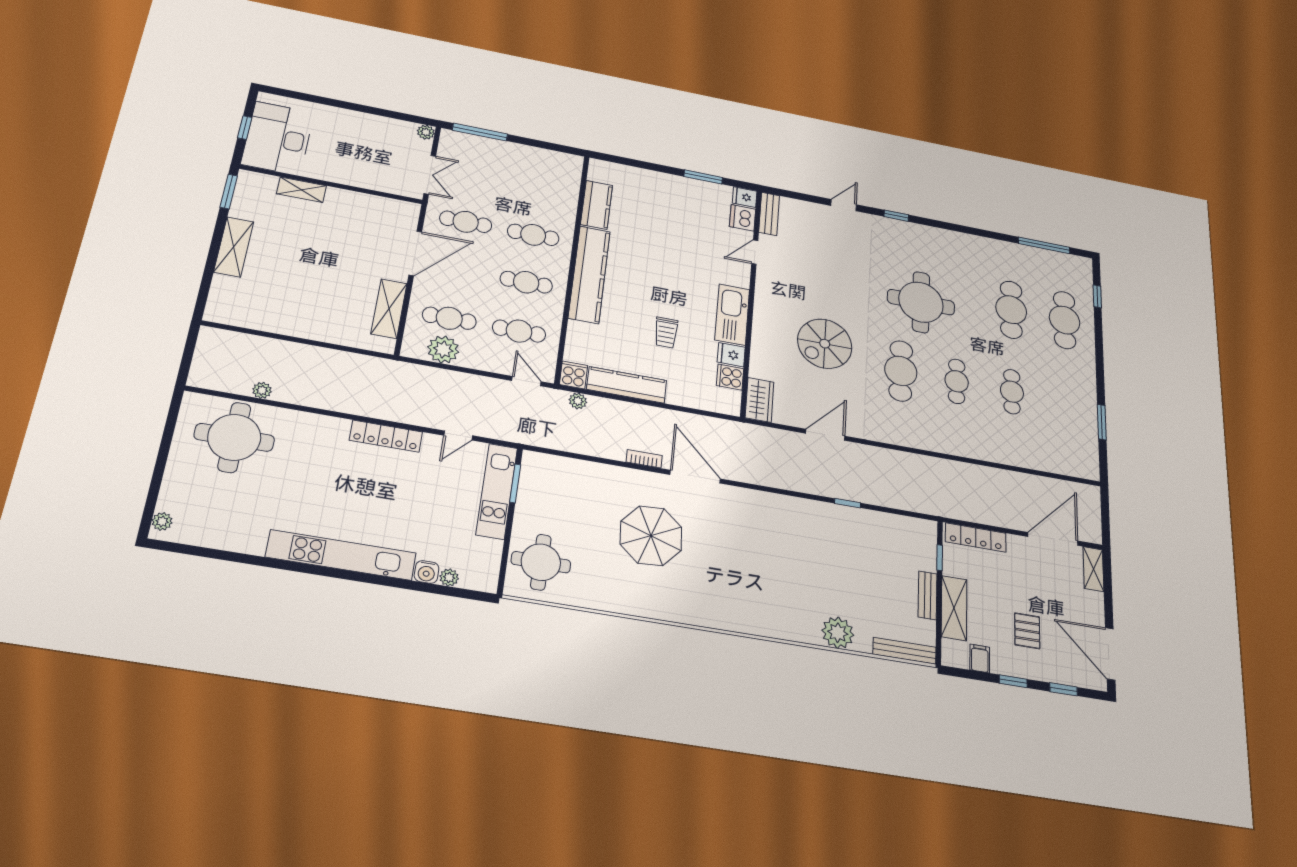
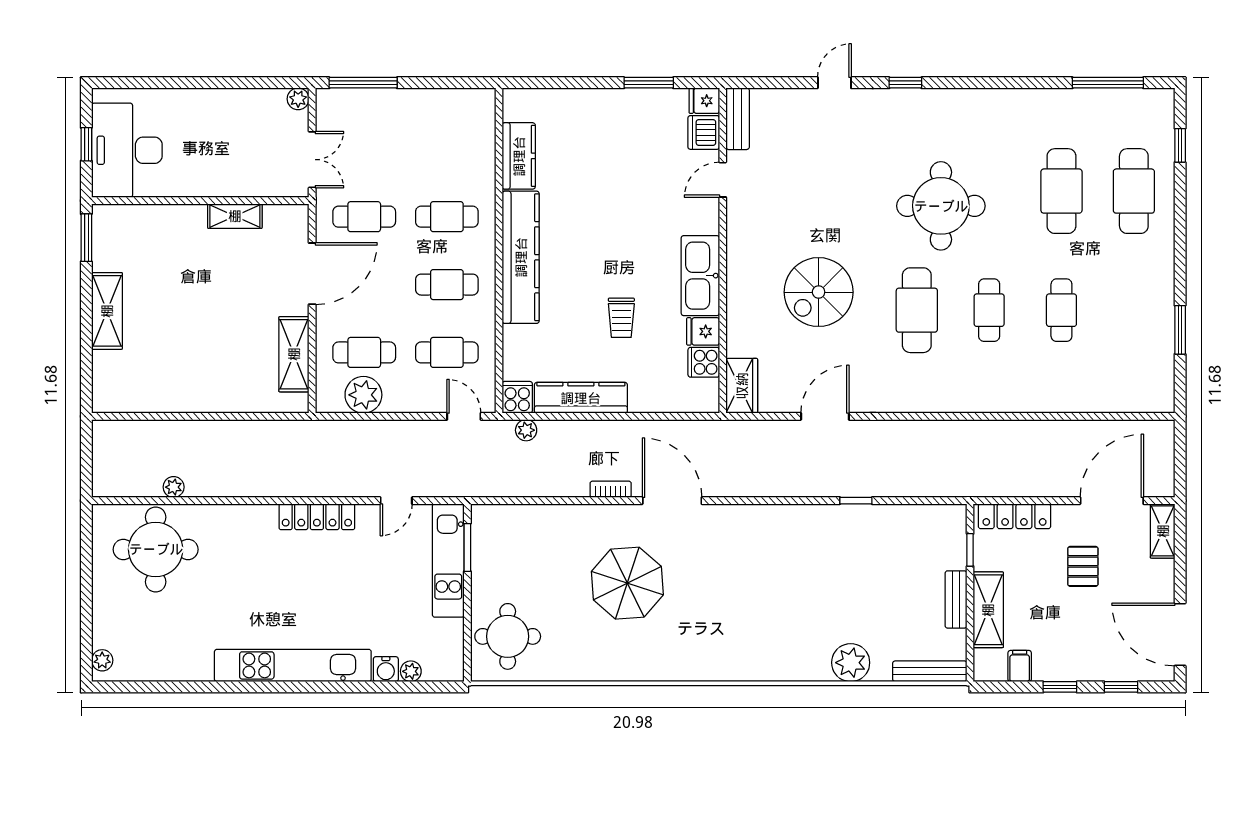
shelving: (302, 190) -> (235, 216), moved
pallet: (1027, 631) -> (1083, 566), moved

